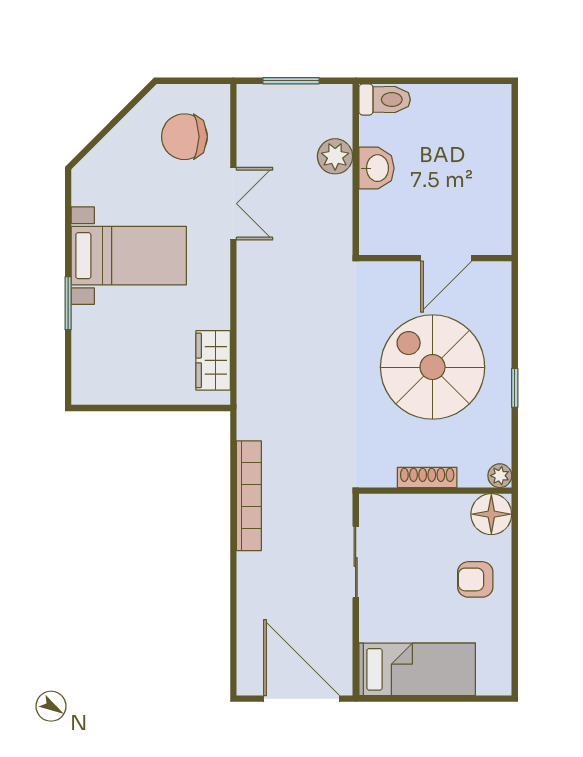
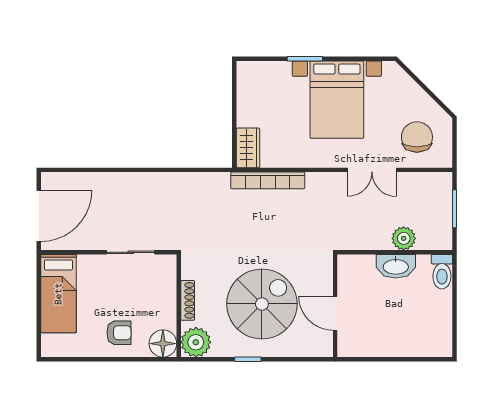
washbasin: (376, 168) -> (396, 266), width x1.38
bed with nightstands: (129, 256) -> (337, 100), width x1.36
wardrobe: (213, 360) -> (248, 148), moved, turned 90
plant: (500, 476) -> (196, 342), width x1.88, depth x1.88
bookcase: (249, 496) -> (268, 180), moved
armchair: (475, 579) -> (119, 333), turned 90

